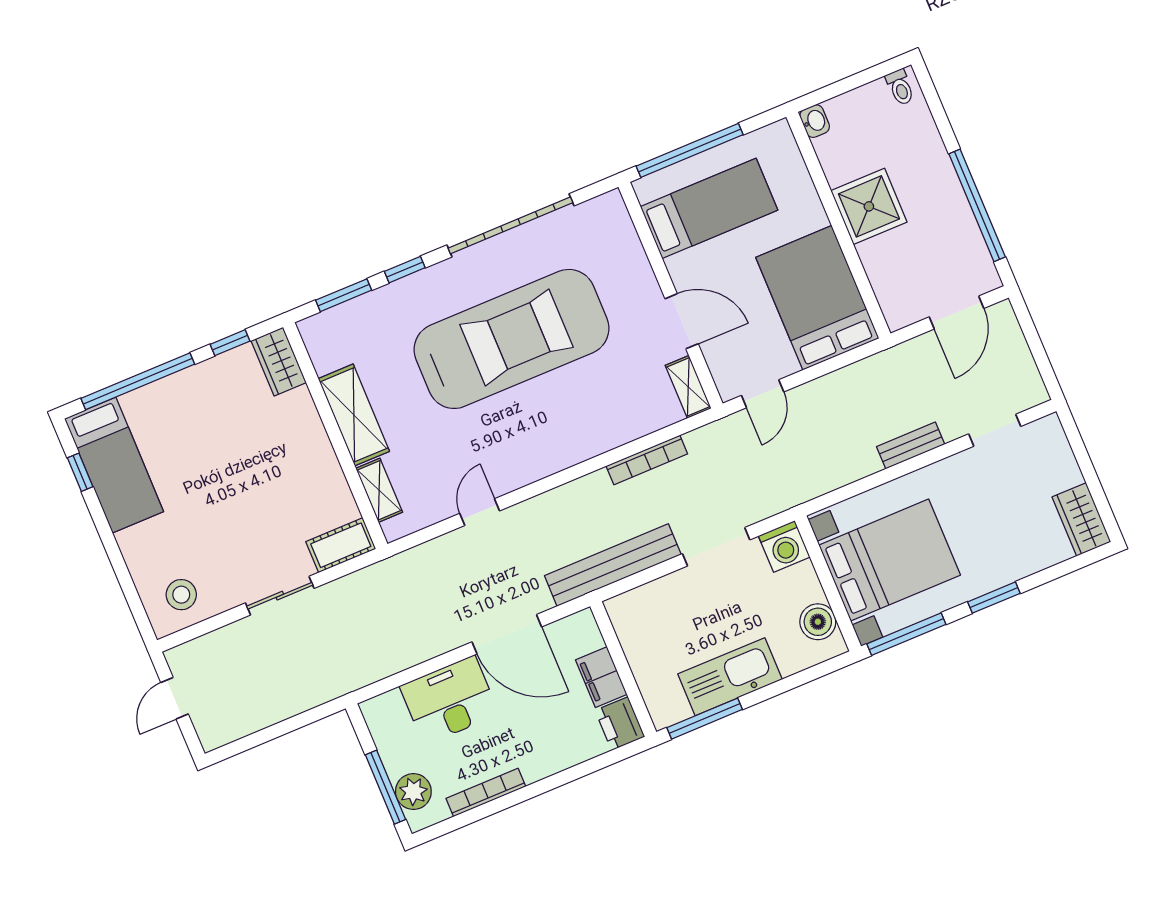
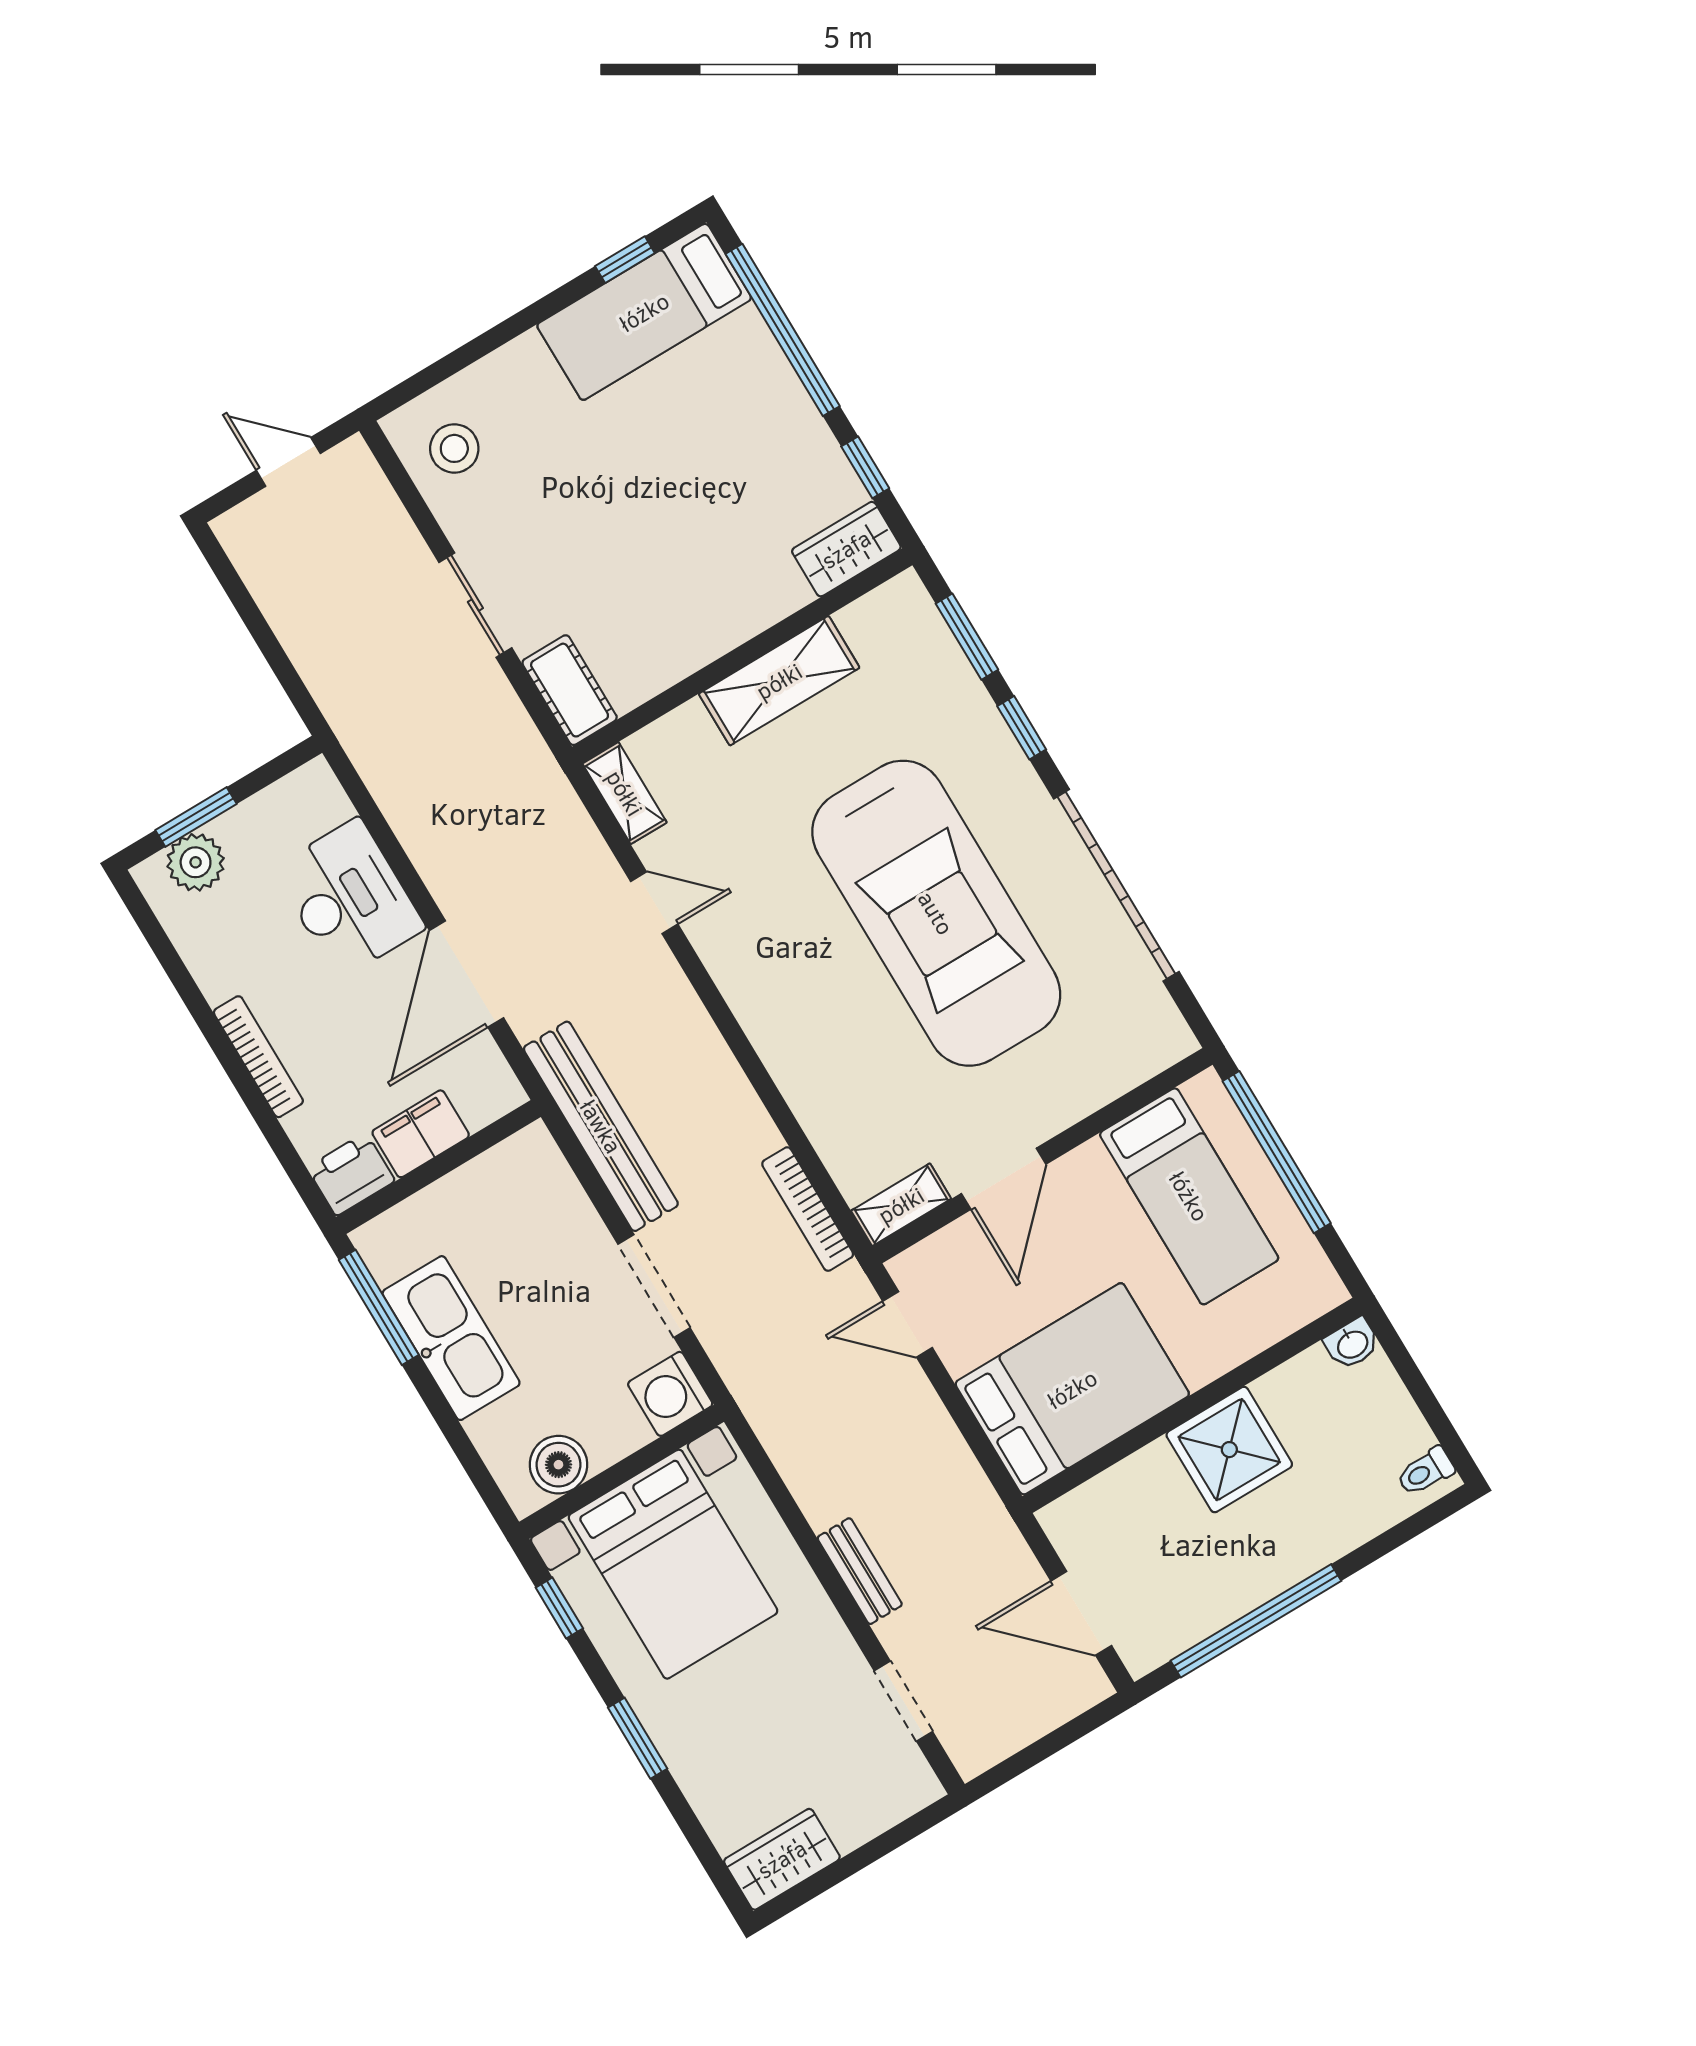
bookcase: (647, 460) -> (808, 1209), moved
shelving: (379, 490) -> (625, 793), moved, turned 90
window: (906, 634) -> (559, 1608), width x0.46
window: (385, 787) -> (196, 817), width x0.69
bookcase: (486, 793) -> (258, 1057), moved

